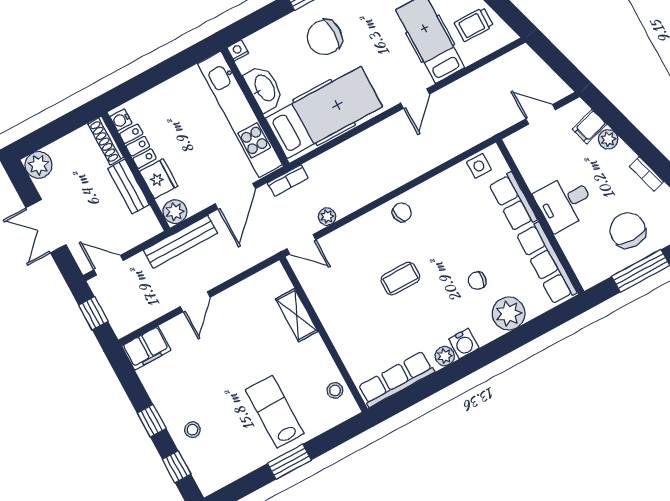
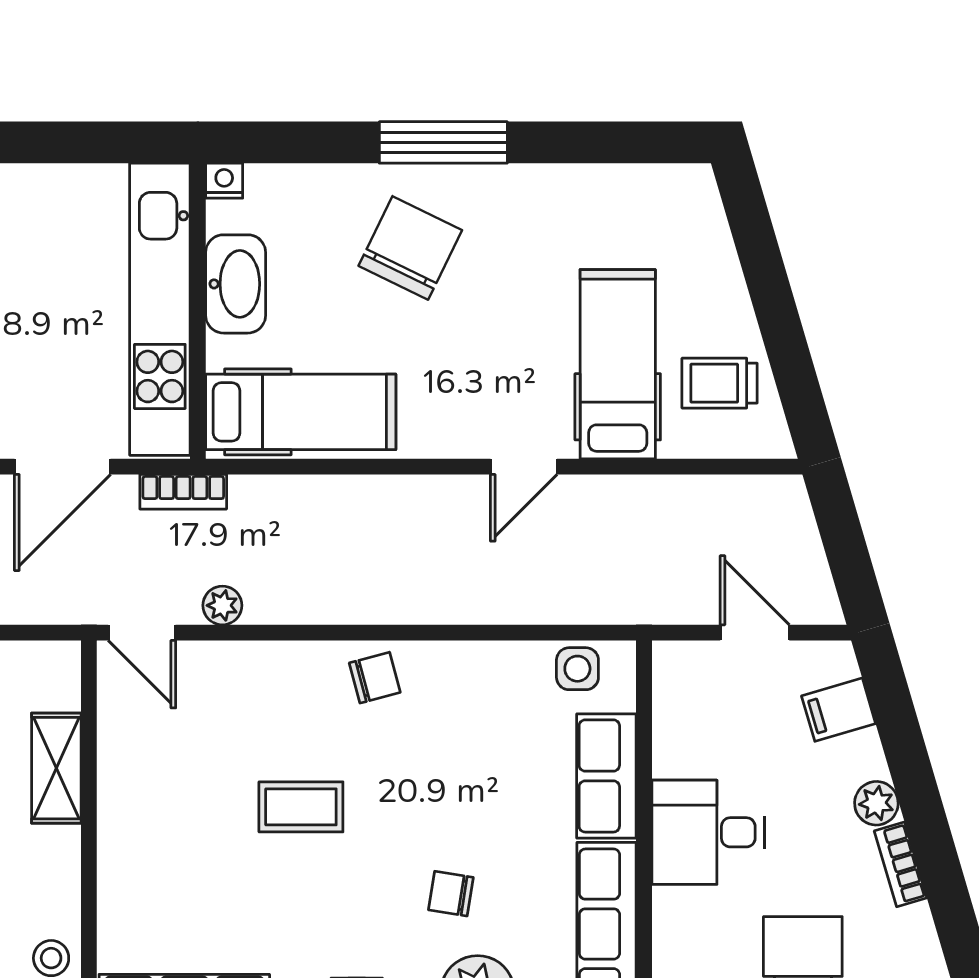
chair: (325, 37) -> (410, 248), turned 116
hospital bed: (324, 112) -> (301, 412), width x0.73, depth x0.78
plant: (608, 139) -> (876, 803), moved

